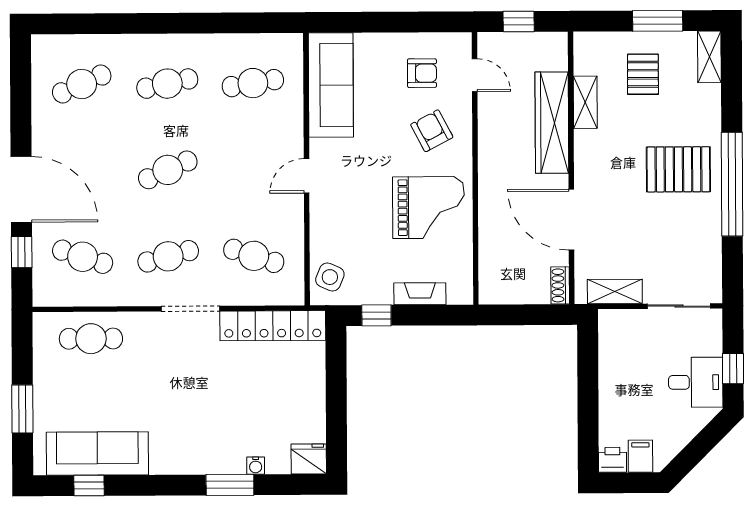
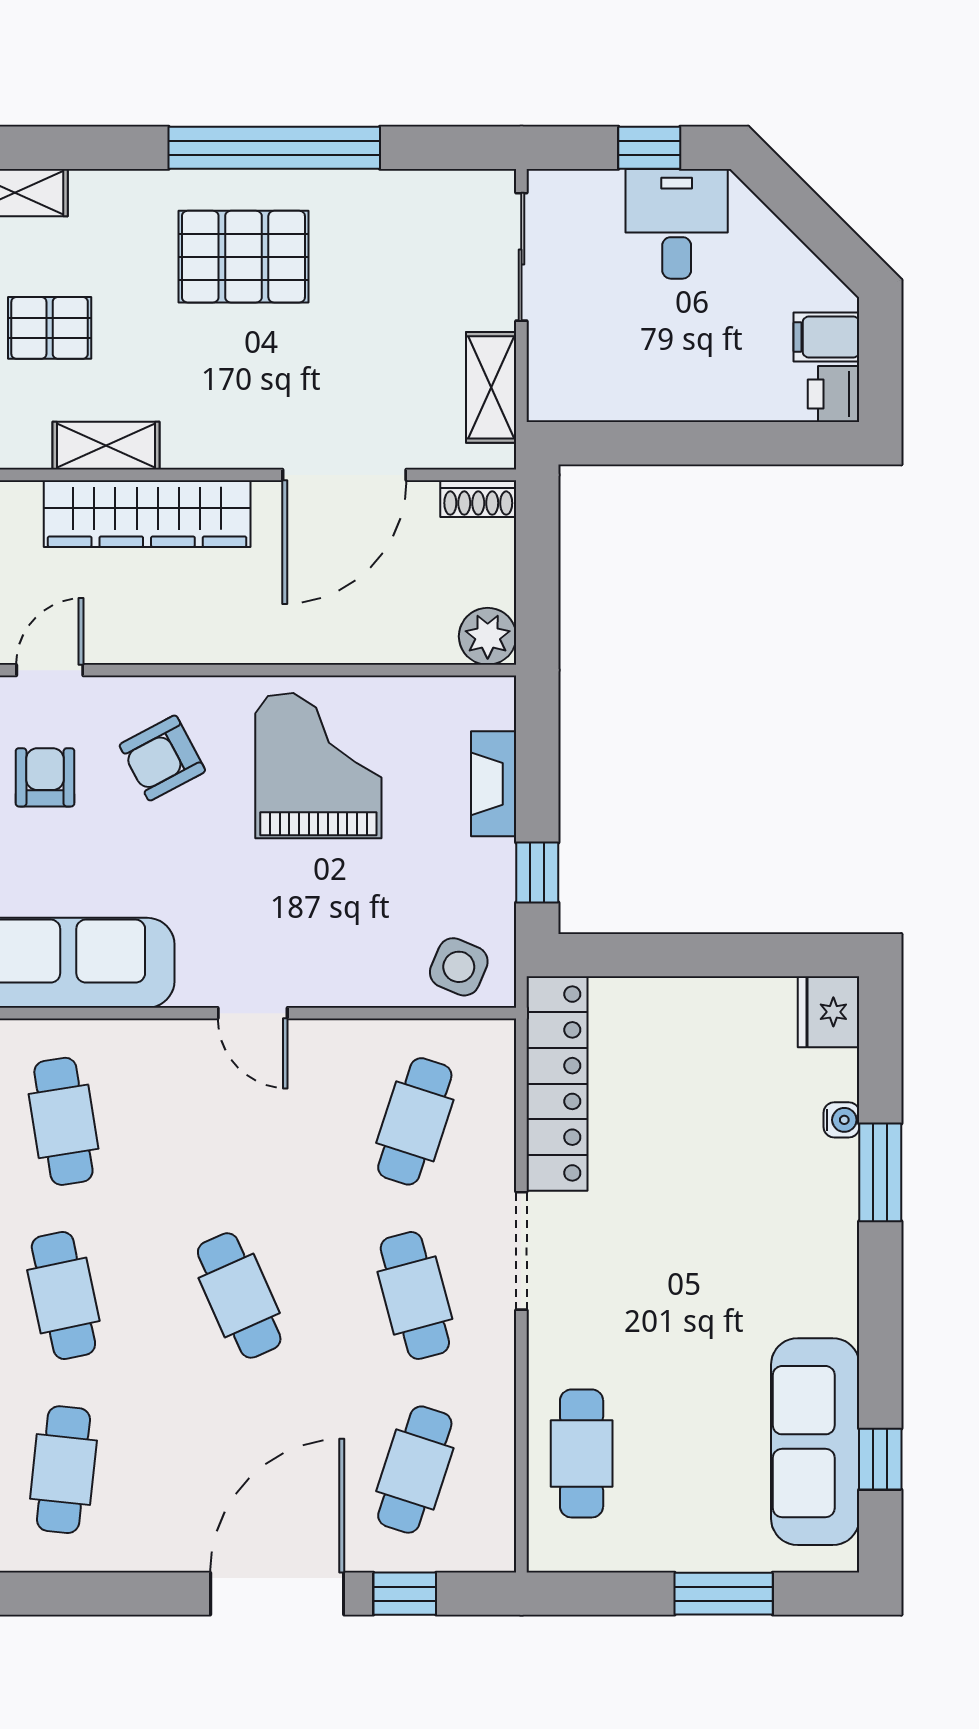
cafe table: (82, 84) -> (63, 1470), turned 30
pallet: (678, 169) -> (243, 257), turned 90
plant: (492, 290) -> (488, 636), added

